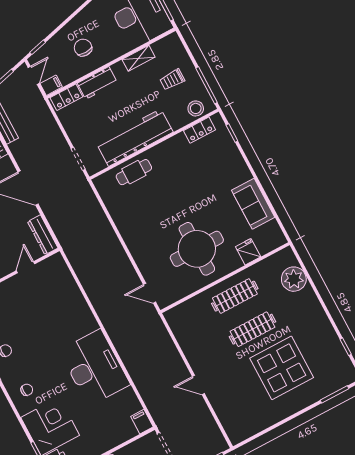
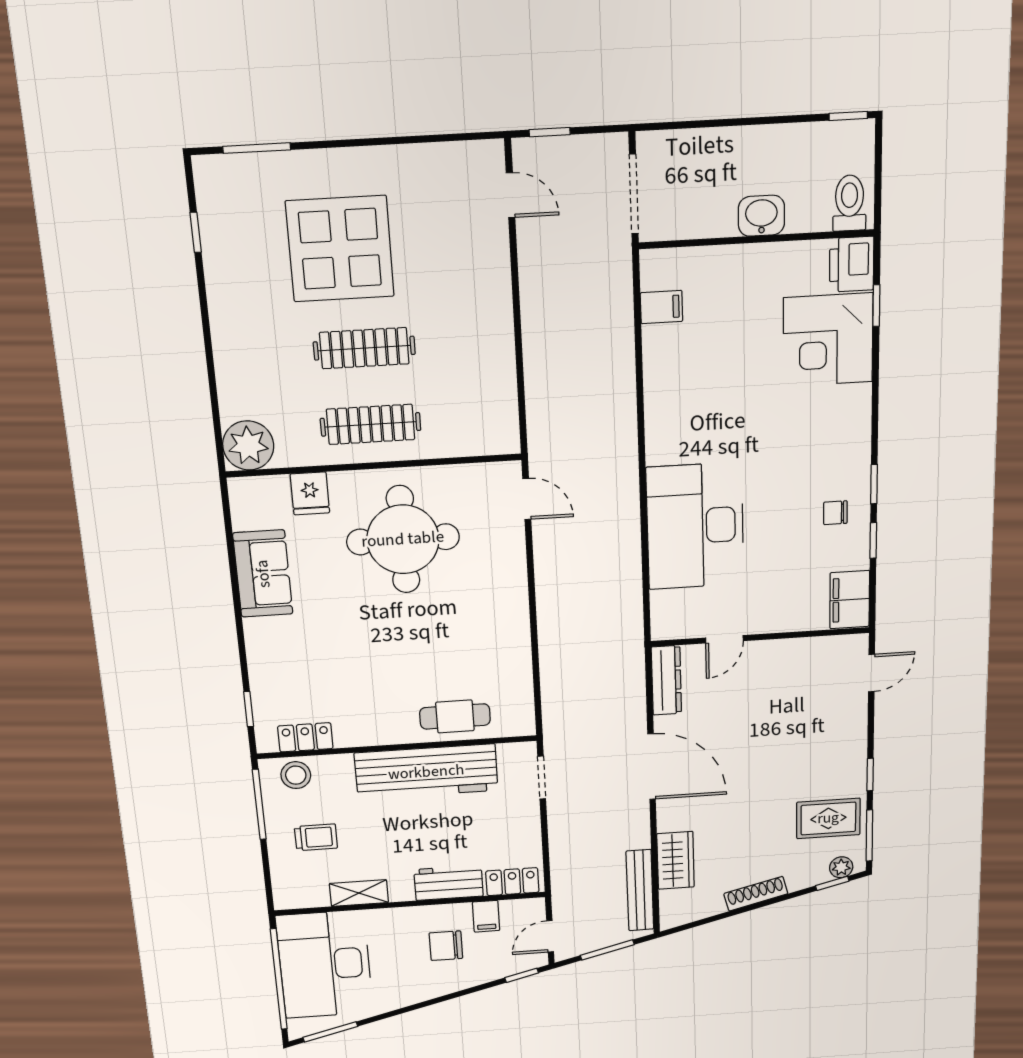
chair: (83, 48) -> (446, 946), turned 90
filing cabinet: (51, 85) -> (486, 916), moved, turned -90
plant: (294, 279) -> (248, 445), moved
desk: (95, 368) -> (695, 526), moved
door: (198, 385) -> (511, 195), moved
chair: (27, 390) -> (835, 426), removed
filing cabinet: (142, 422) -> (661, 307), moved, turned -90

